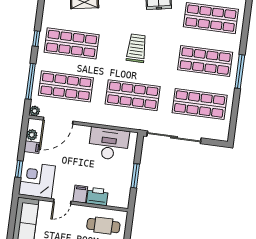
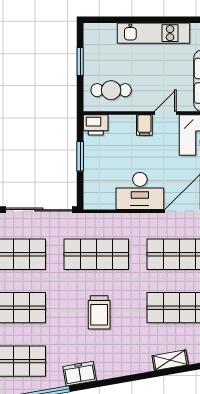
desk: (109, 144) -> (140, 191), moved
printer: (97, 196) -> (96, 125), moved

